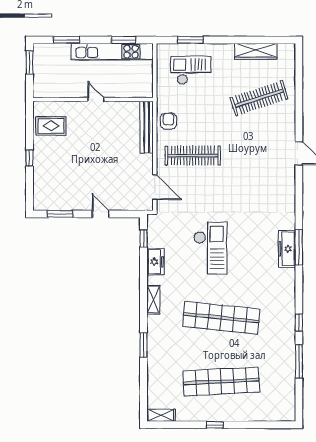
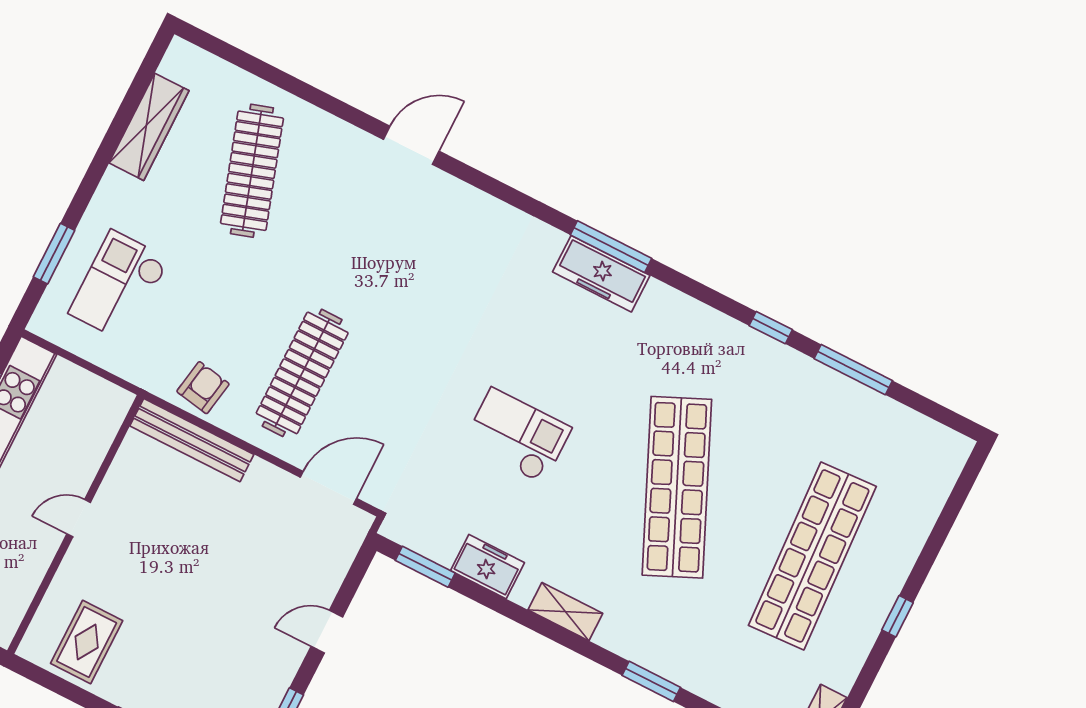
armchair: (168, 121) -> (203, 388), turned 100
window: (144, 238) -> (425, 567), width x1.50
checkout: (210, 248) -> (517, 436), width x0.73, depth x0.83
shop shelf: (221, 318) -> (677, 487), turned -30

